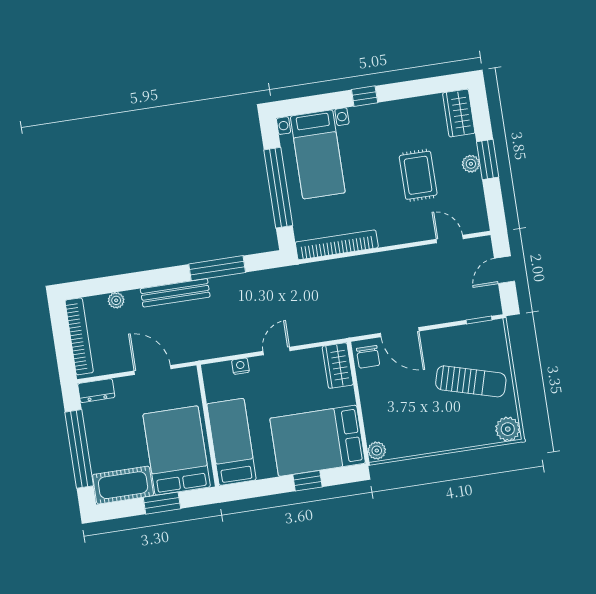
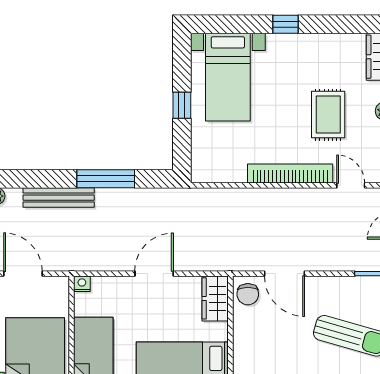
window: (278, 188) -> (182, 105), width x0.32
bookcase: (337, 245) -> (290, 174), moved
door: (276, 351) -> (154, 274), width x1.38
nightstand: (240, 366) -> (82, 284), moved

